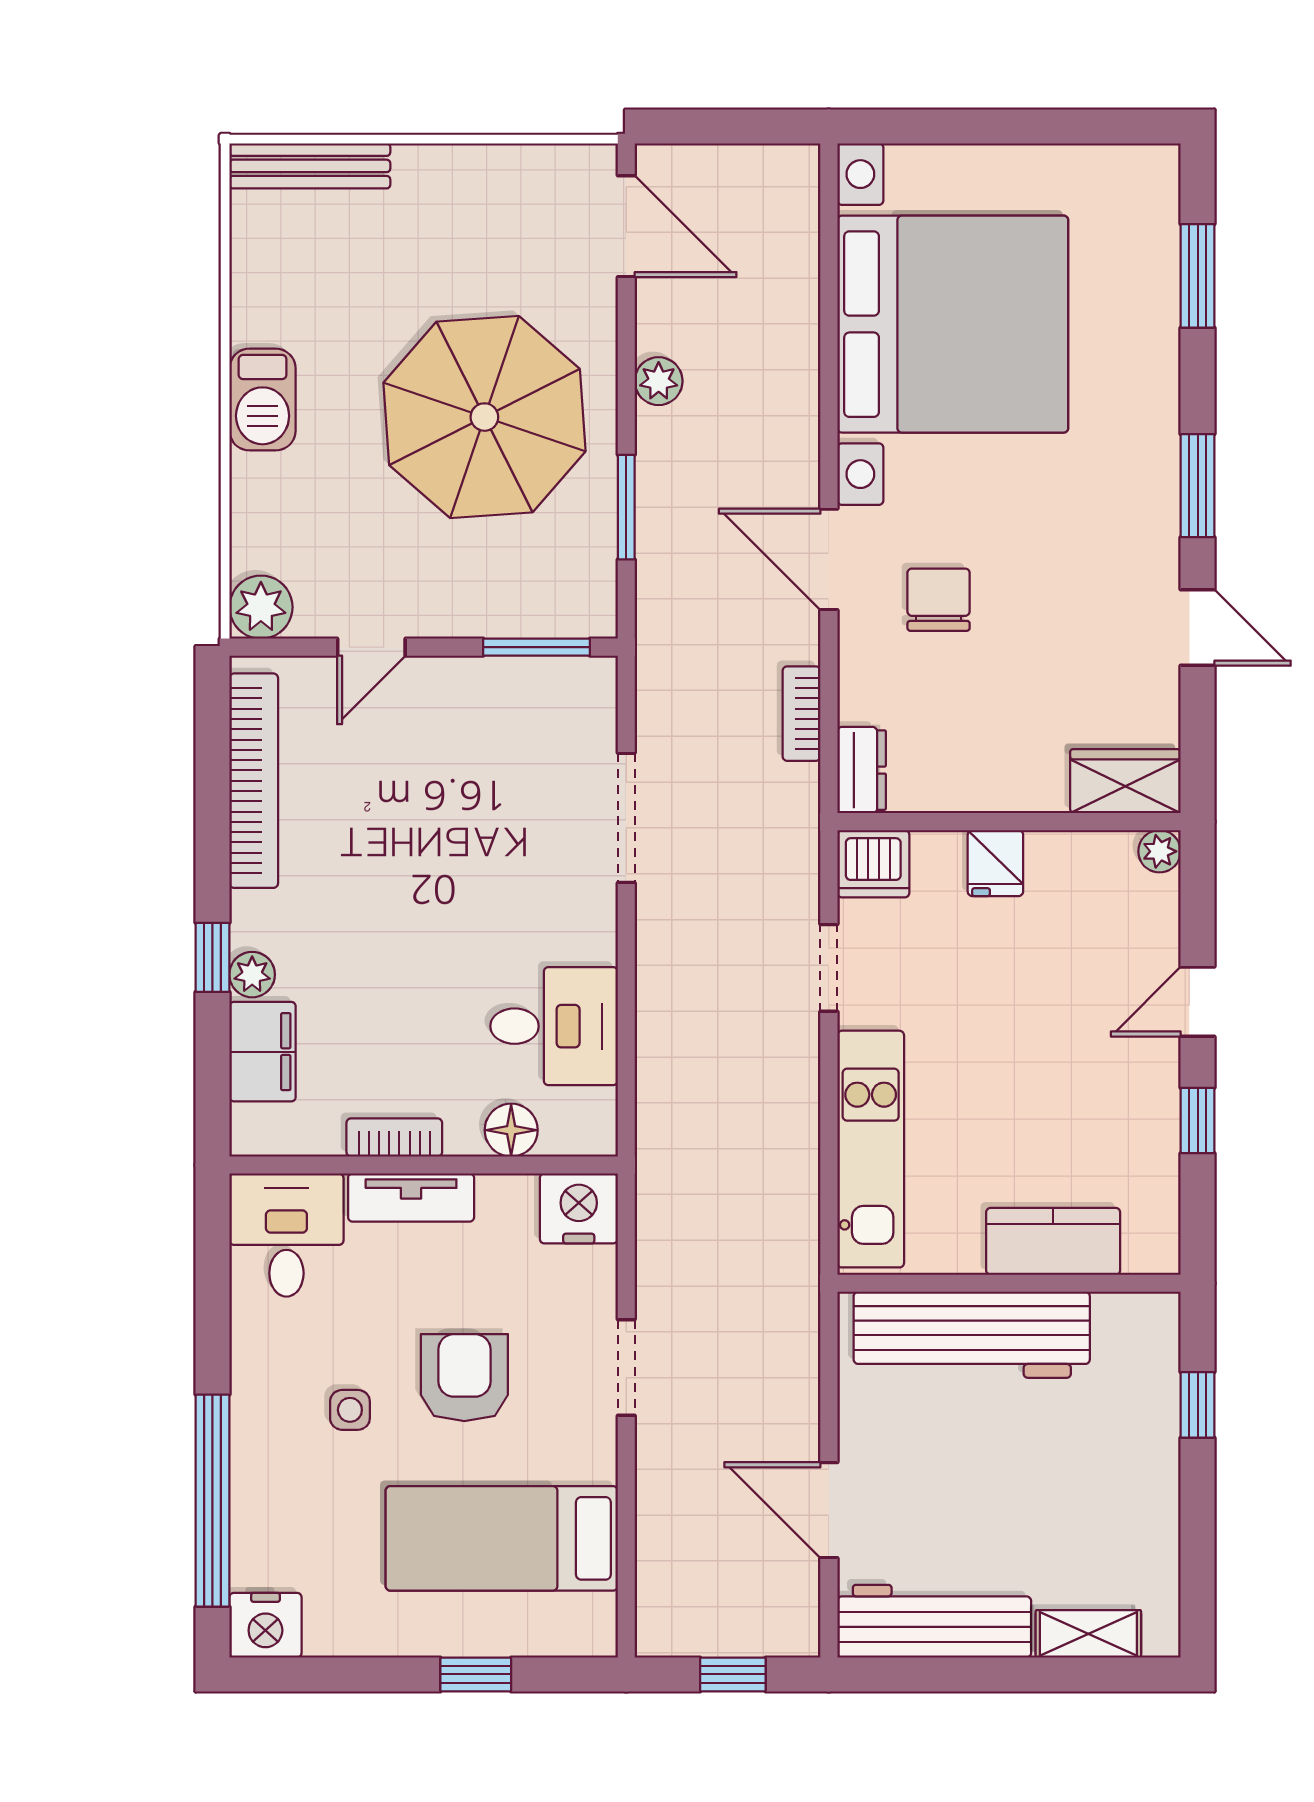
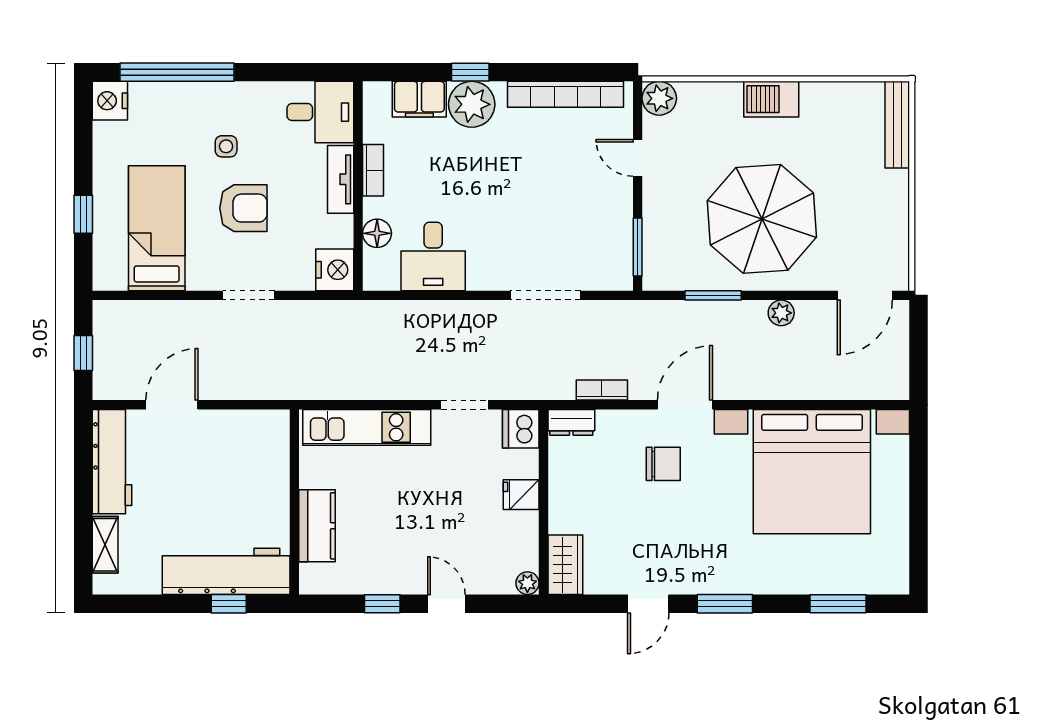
plant: (252, 975) -> (472, 104), width x1.87, depth x1.87
workbench: (972, 1335) -> (226, 571), moved, turned 90

